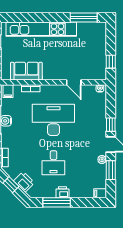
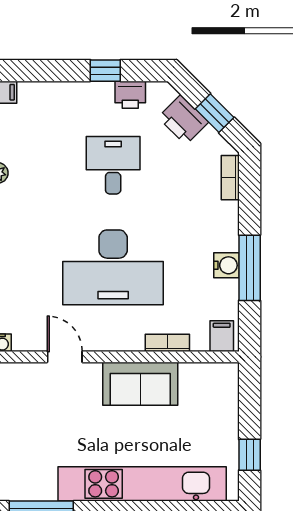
sofa: (26, 71) -> (140, 384), moved
printer: (62, 192) -> (130, 95), moved
window: (57, 202) -> (105, 71), width x0.46

